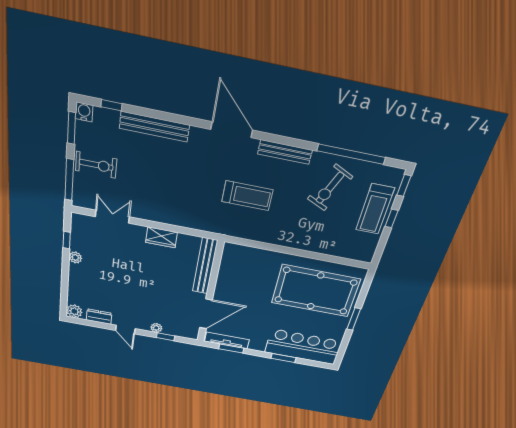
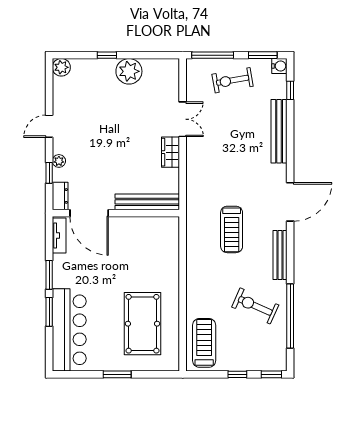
exercise bike: (96, 165) -> (233, 80), turned 80
treadmill: (375, 209) -> (204, 343), moved, turned 90
double door: (112, 217) -> (183, 119), moved
window: (67, 240) -> (107, 55), moved
plant: (75, 257) -> (129, 71), width x1.88, depth x1.88
pool table: (316, 291) -> (142, 324), width x0.73, depth x0.76
dresser: (99, 317) -> (60, 196), moved
tv unit: (227, 340) -> (59, 236), width x0.71
window: (231, 349) -> (49, 275), moved

